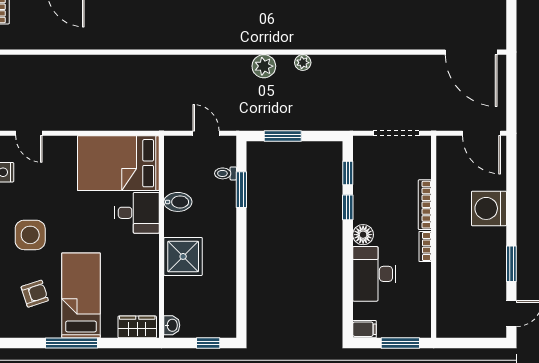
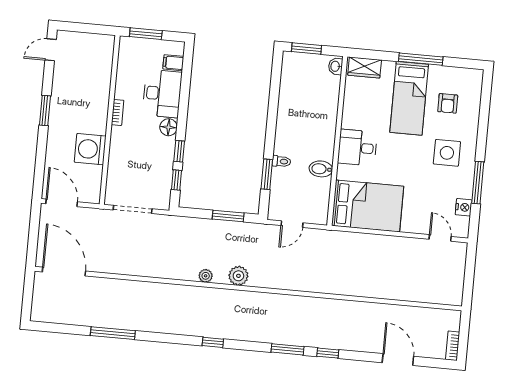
door: (206, 133) -> (292, 224), hinge flipped
toilet: (225, 173) -> (281, 161), moved
bookcase: (425, 205) -> (115, 147), removed
washing machine: (489, 208) -> (90, 149), moved, turned 180
desk: (137, 213) -> (357, 148), moved
shower: (183, 256) -> (321, 123), removed
window: (511, 264) -> (45, 110), moved
armchair: (35, 294) -> (448, 103), turned -72
filing cabinet: (365, 329) -> (173, 63), moved
window: (208, 343) -> (306, 49), width x1.50

